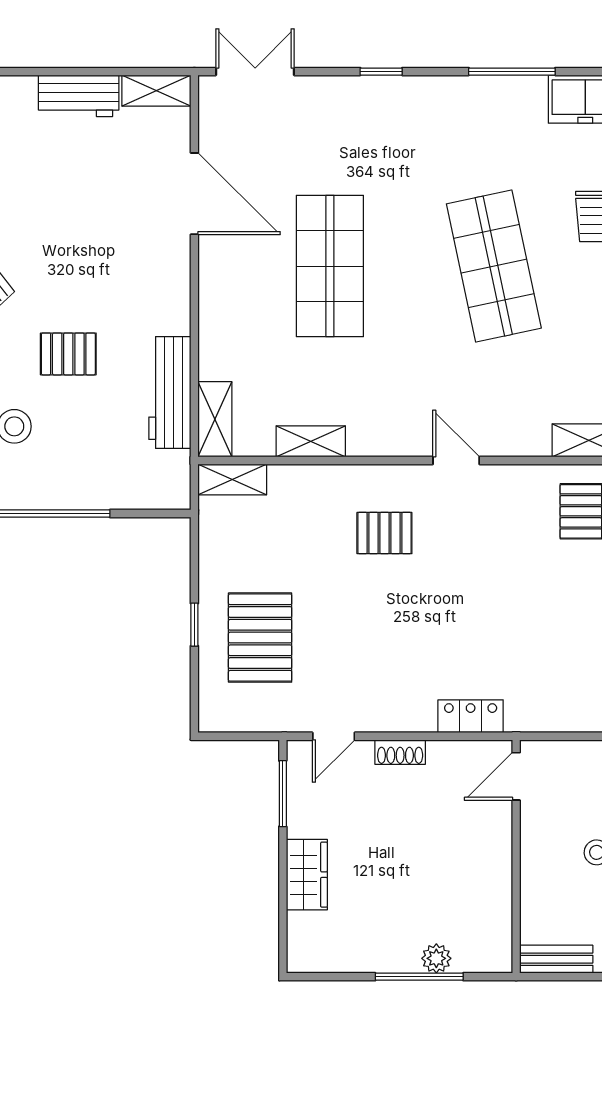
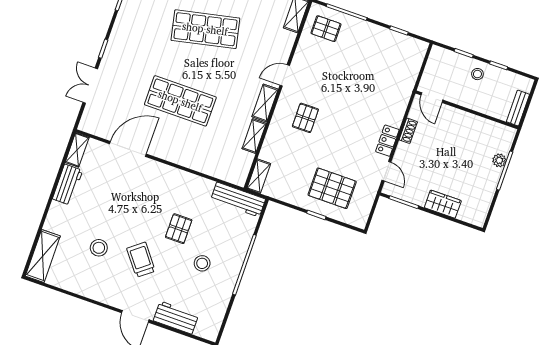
double door: (255, 72) -> (90, 86), moved
workbench: (170, 392) -> (238, 200), moved
shelving: (215, 419) -> (265, 103), moved, turned 90
locker: (471, 716) -> (387, 141), moved
shoe rack: (400, 752) -> (408, 131), moved

